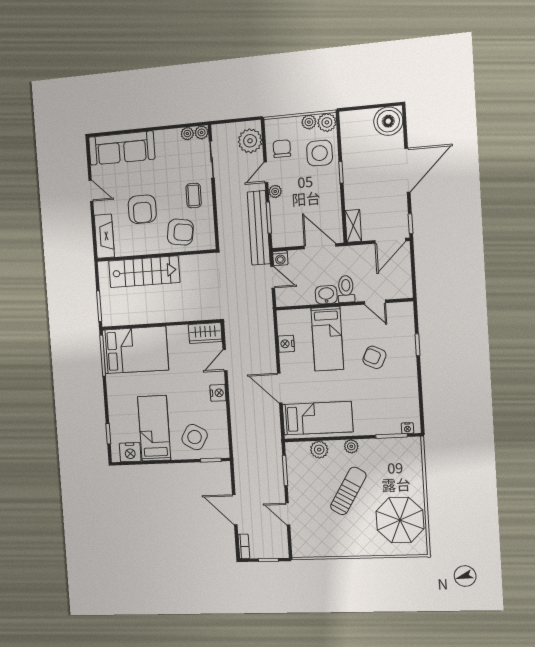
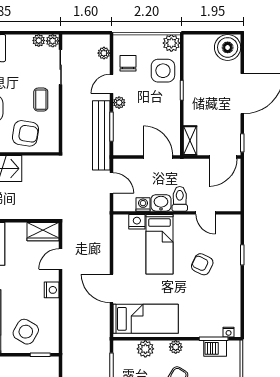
plant: (309, 122) -> (155, 41), removed
plant: (250, 141) -> (104, 53), width x0.53, depth x0.53
washing machine: (280, 258) -> (143, 204), moved, turned 180
nightstand: (286, 344) -> (137, 222), moved, turned 90
barbecue: (394, 446) -> (215, 348), added

